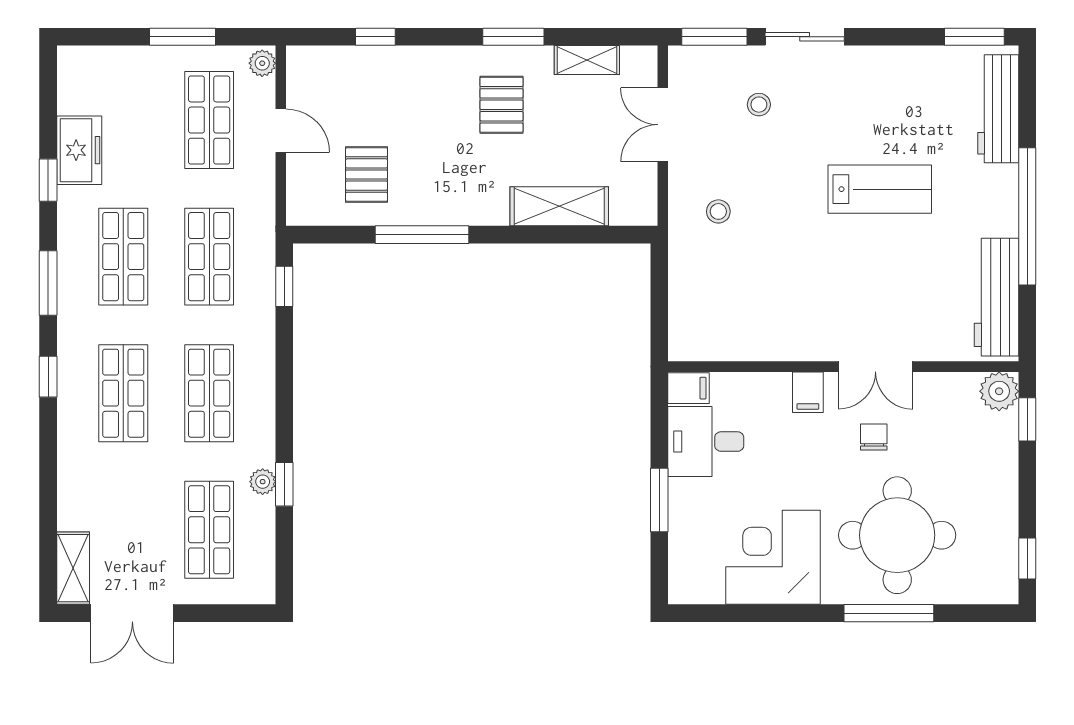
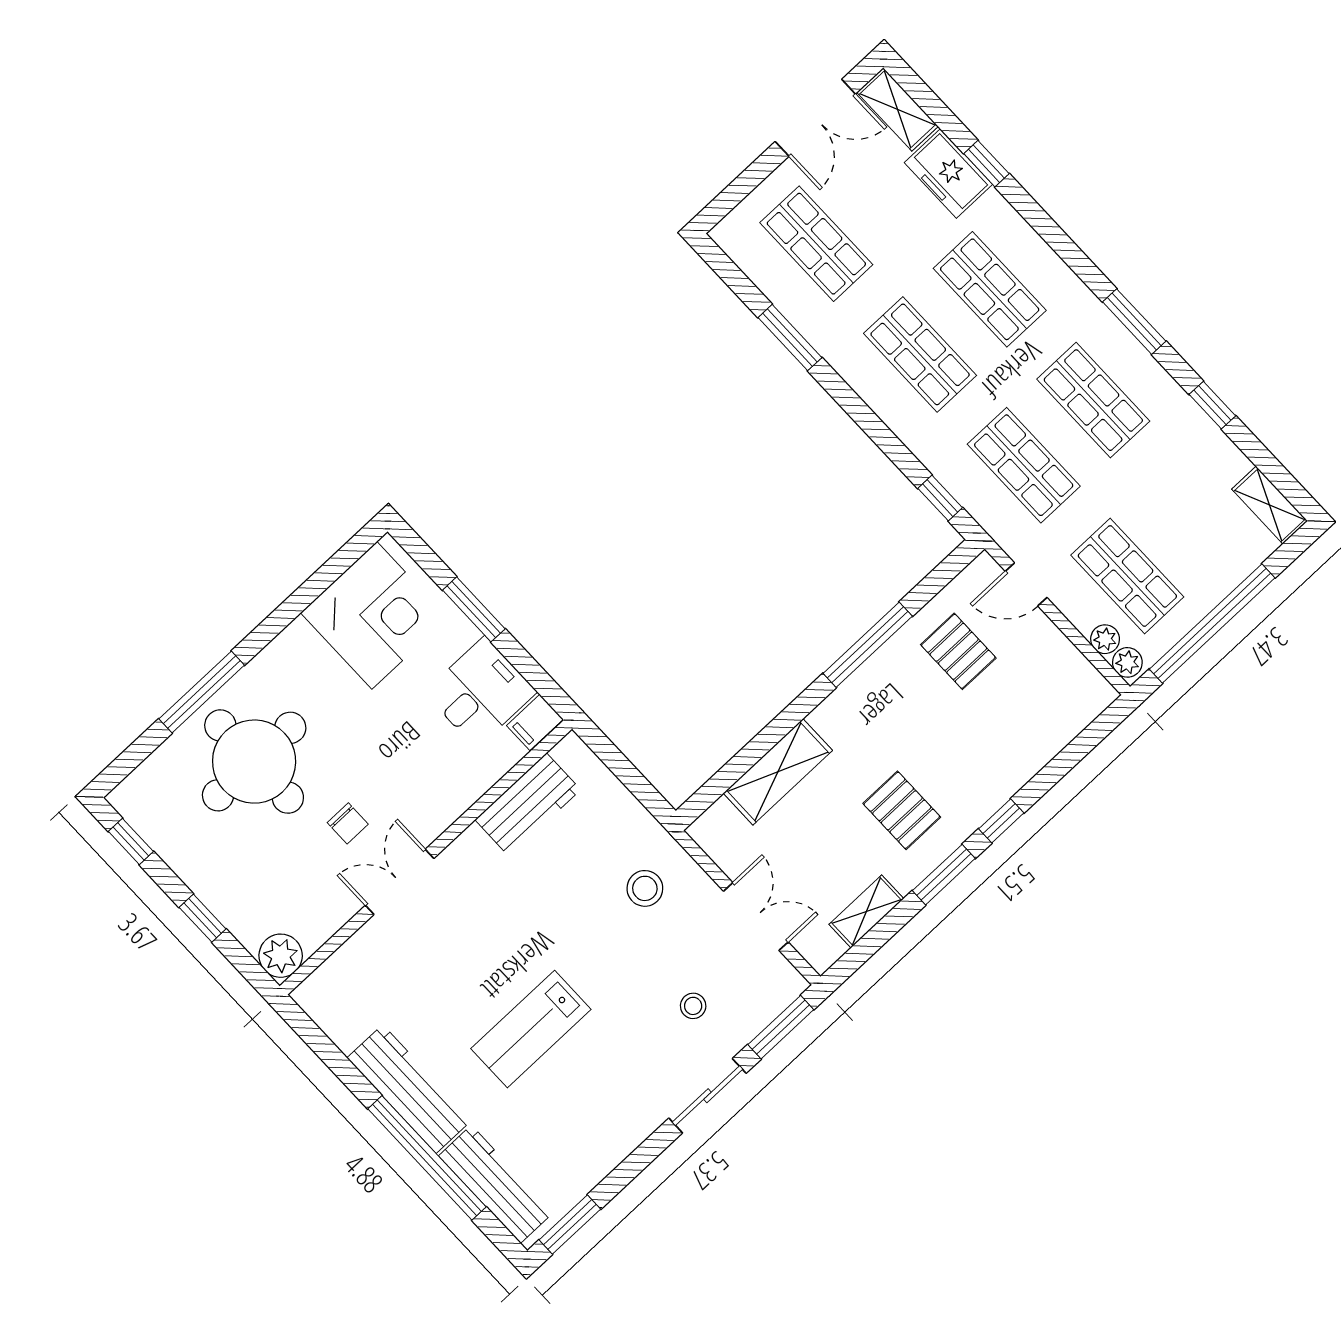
window: (183, 37) -> (1212, 623), width x2.11
window: (375, 37) -> (1001, 821), moved
shelving: (72, 79) -> (1270, 505), added
door: (281, 131) -> (1026, 584), moved
freezer: (79, 150) -> (948, 174), moved
stool: (718, 211) -> (645, 888), width x1.37, depth x1.37
window: (1027, 216) -> (427, 1158), moved
workbench: (996, 297) -> (409, 1089), moved
workbench: (744, 339) -> (528, 805), added
window: (48, 377) -> (986, 164), moved
filing cabinet: (808, 392) -> (435, 810), removed
window: (1027, 419) -> (203, 918), moved
plant: (263, 482) -> (1105, 639), moved
window: (284, 484) -> (790, 338), width x1.50
corner desk: (773, 557) -> (374, 615), moved
double door: (132, 613) -> (815, 118), swing flipped

